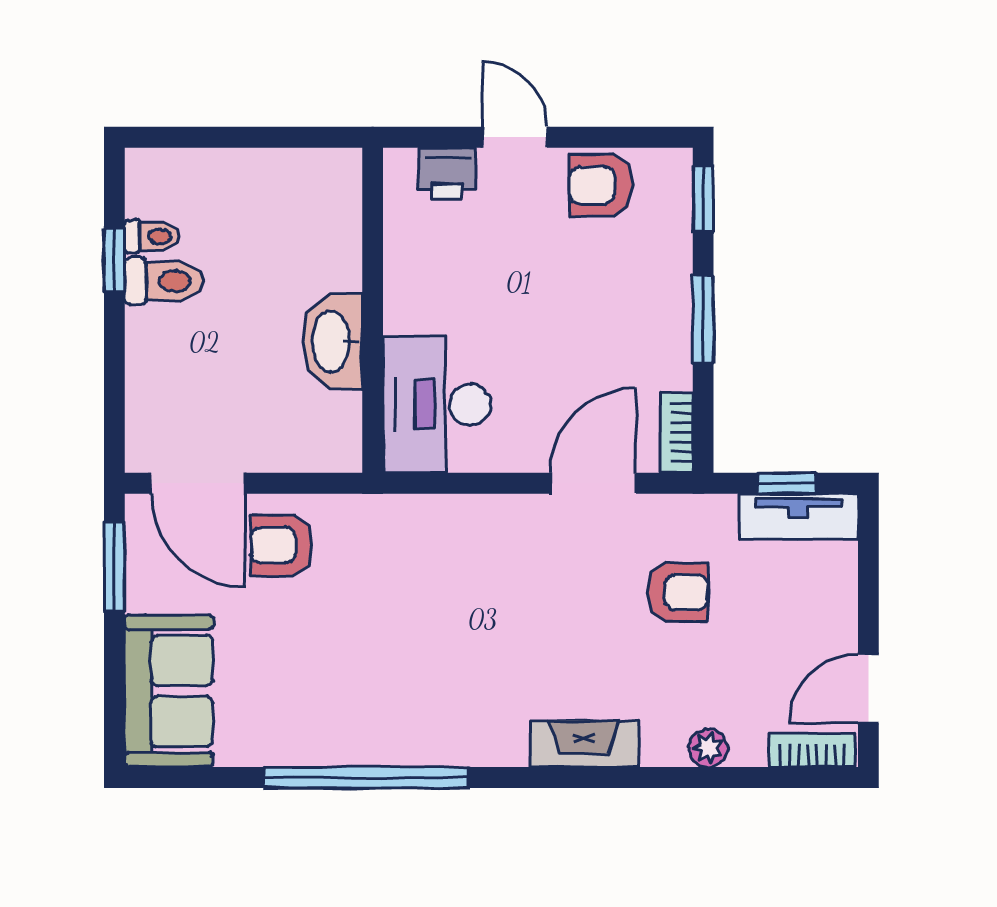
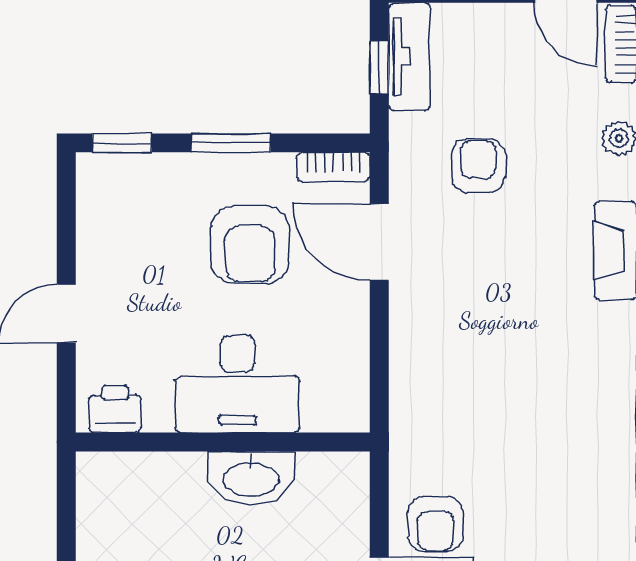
printer: (447, 174) -> (115, 409), moved, turned -90
armchair: (601, 185) -> (250, 245), moved, width x1.38, depth x1.38
desk: (437, 404) -> (237, 384), moved

